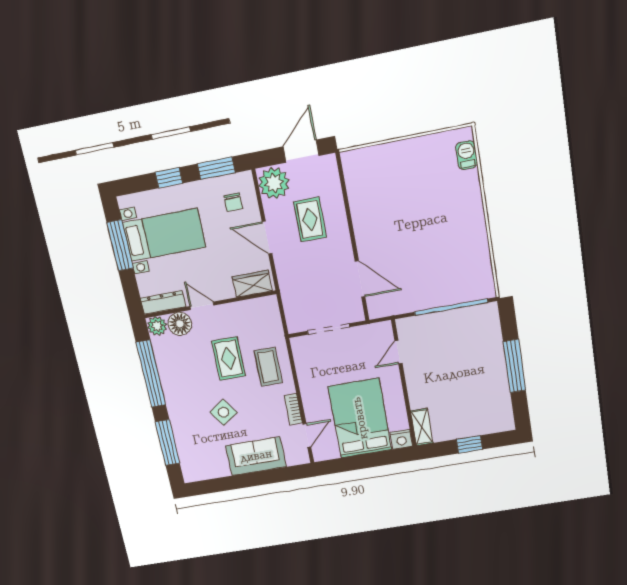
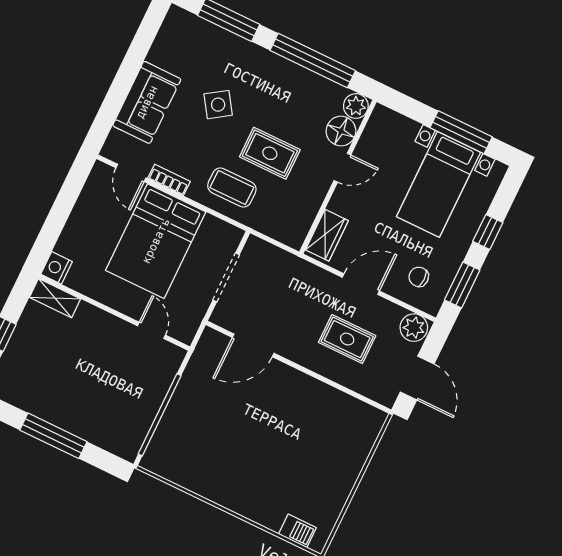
plant: (274, 183) -> (414, 328), width x0.73, depth x0.73
dresser: (163, 302) -> (375, 131), removed
bed: (360, 418) -> (156, 241), moved, turned 90

